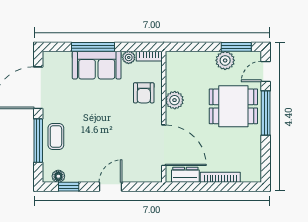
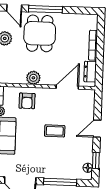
armchair: (144, 93) -> (27, 101), turned 90
coffee table: (56, 136) -> (55, 131), moved
door: (164, 145) -> (67, 87), width x0.73
door: (111, 187) -> (97, 129), hinge flipped

